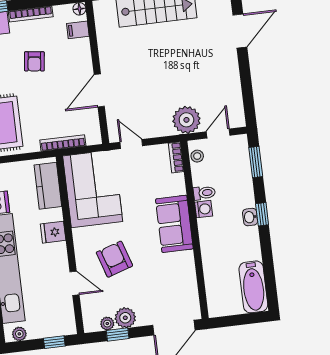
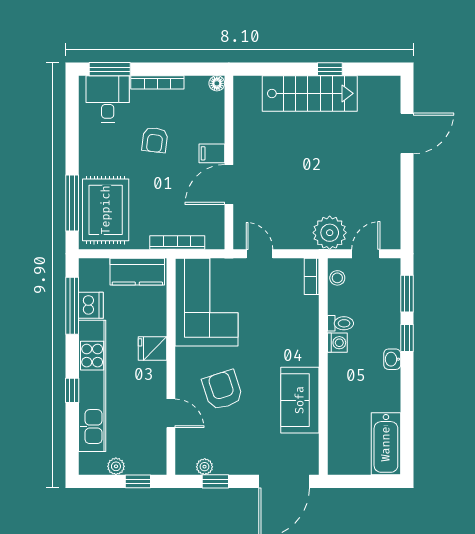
filing cabinet: (78, 30) -> (212, 153), moved
kitchen counter: (48, 186) -> (137, 272), moved, turned -90
window: (262, 214) -> (407, 338), moved
sofa: (174, 224) -> (300, 400), moved
plant: (125, 318) -> (227, 462), removed
plant: (19, 334) -> (116, 466), moved

